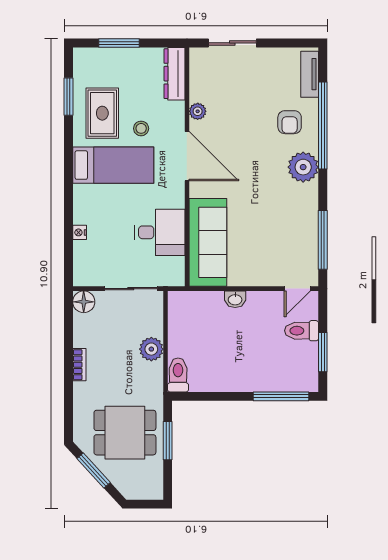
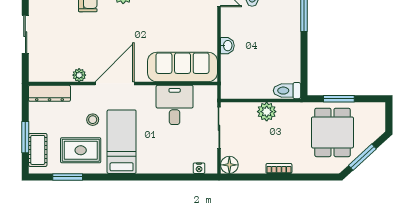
sliding door: (232, 43) -> (25, 34), moved
cot: (103, 59) -> (38, 150), added
nightstand: (80, 232) -> (199, 168), moved

